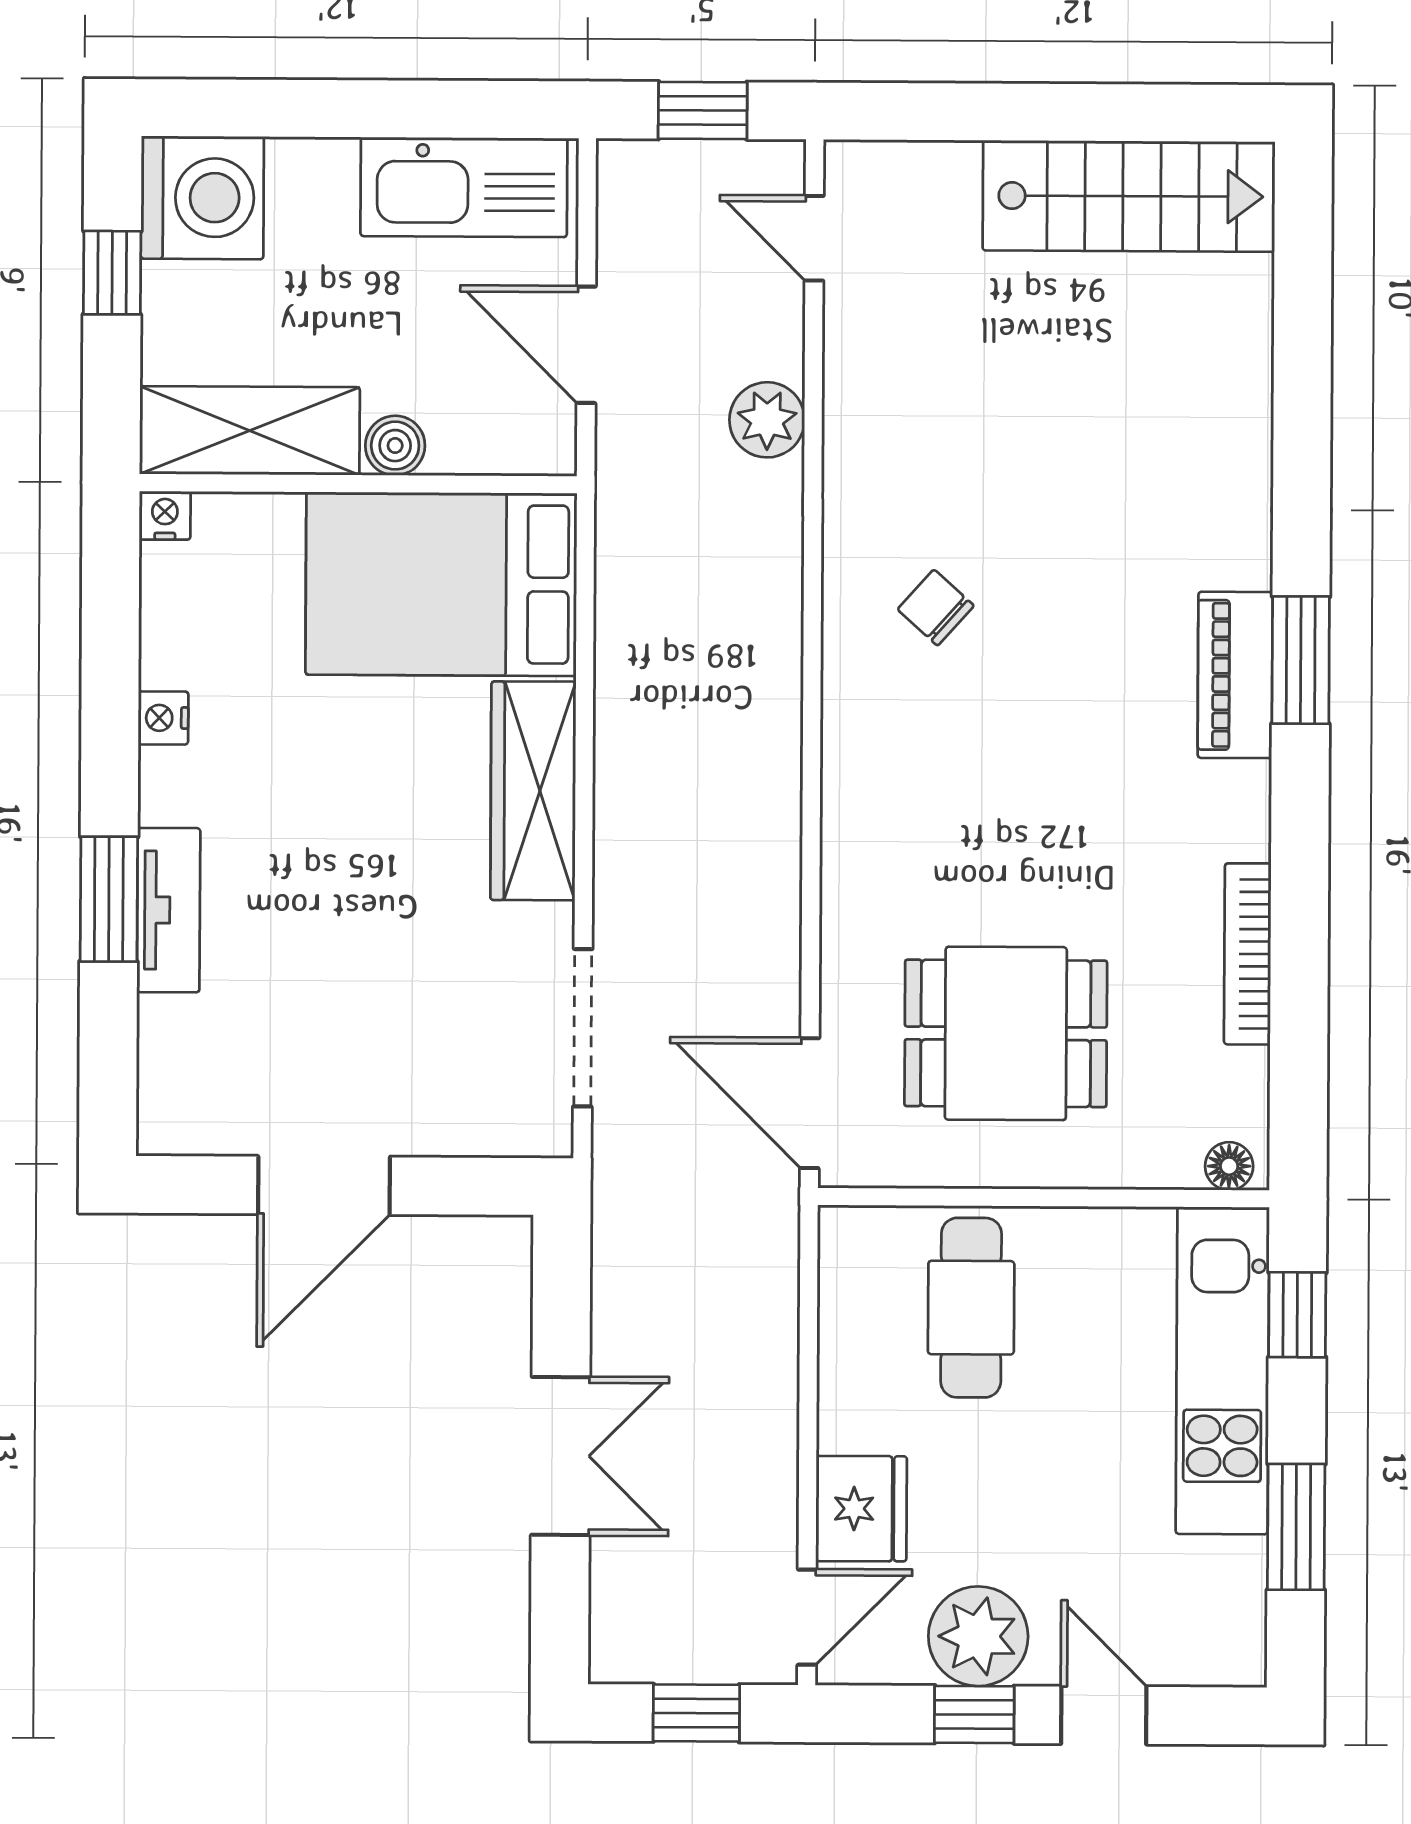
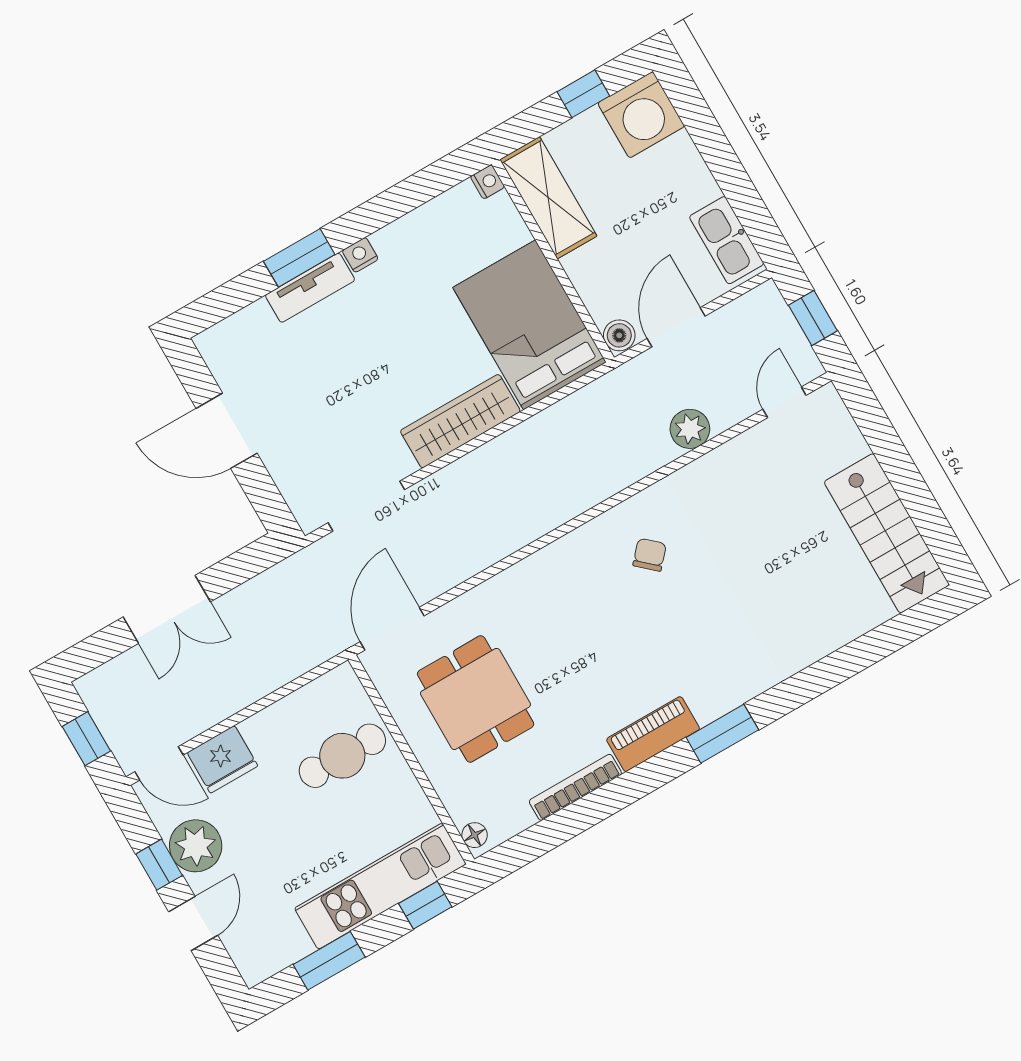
kitchen sink: (464, 187) -> (727, 240), width x0.73, depth x0.81
boiler: (395, 446) -> (619, 335), moved
piano: (1235, 675) -> (653, 734), moved
nightstand: (163, 718) -> (360, 255), moved

